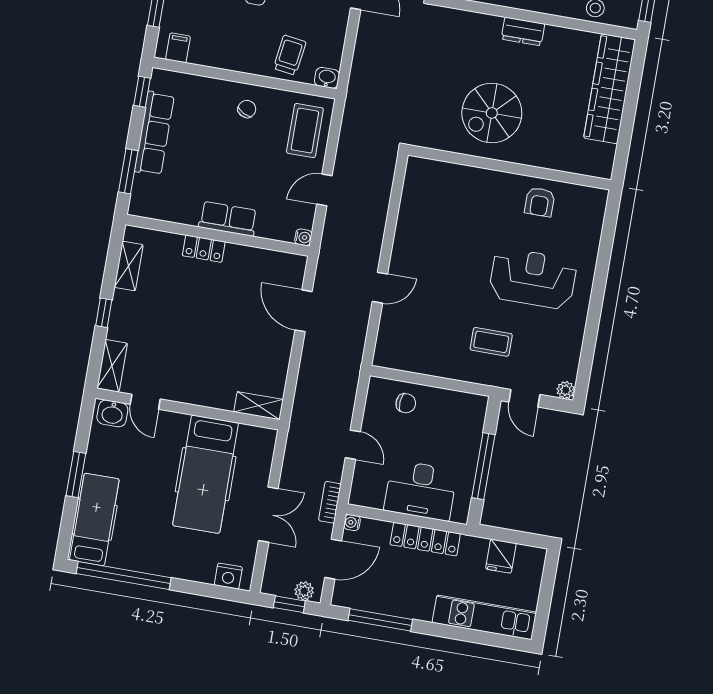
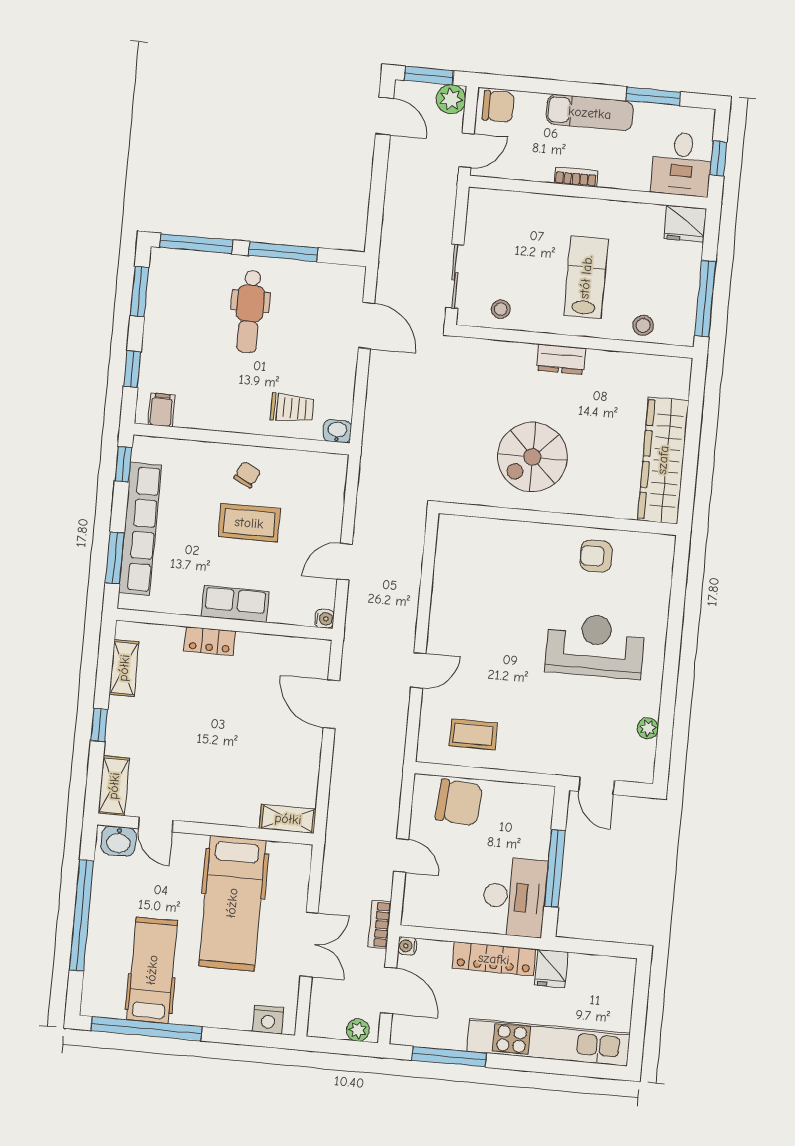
trolley: (290, 55) -> (292, 408), turned 82
wardrobe: (610, 89) -> (663, 460), moved
coffee table: (305, 131) -> (249, 523), moved, turned 90
row of seats: (154, 133) -> (140, 529), width x1.36
armchair: (540, 202) -> (596, 556), turned 90
coffee table: (491, 342) -> (473, 734), moved
plant: (566, 390) -> (648, 728), moved
chair: (406, 403) -> (459, 802), width x1.87, depth x1.87
window: (76, 475) -> (82, 916), width x2.11
desk: (421, 490) -> (514, 897), moved, turned -90
hospital bed: (94, 520) -> (152, 970), moved
fridge: (501, 556) -> (551, 969), moved
door: (333, 559) -> (389, 990), hinge flipped
window: (289, 604) -> (342, 1047), removed
kitchen unit: (484, 617) -> (548, 1042), width x1.36

